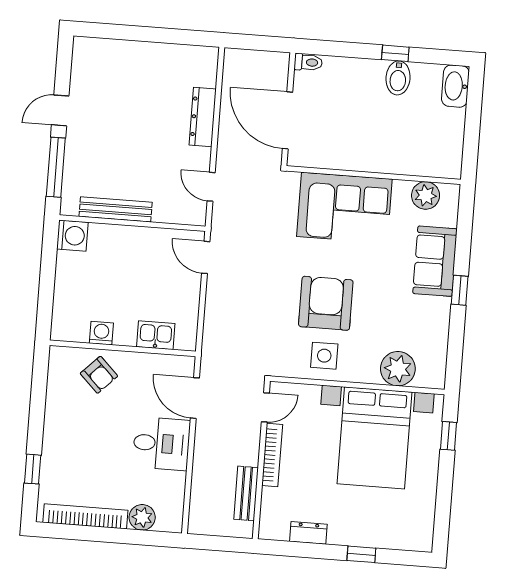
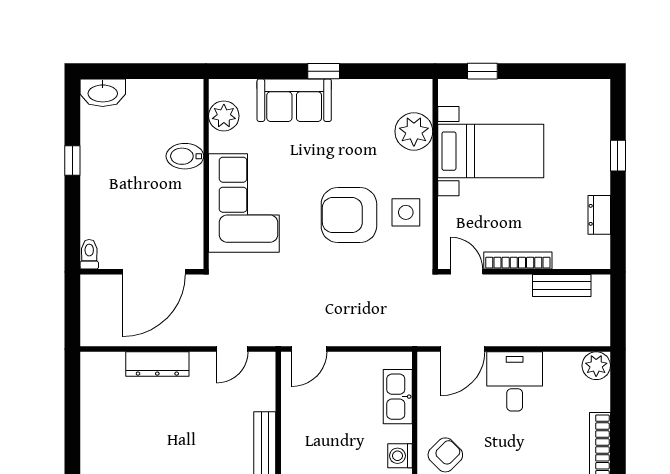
bidet: (398, 78) -> (185, 156), moved, turned 180
kitchen sink: (156, 335) -> (398, 397), width x1.38
bed with nightstands: (374, 438) -> (491, 151), width x0.73
plant: (142, 517) -> (596, 366), moved

